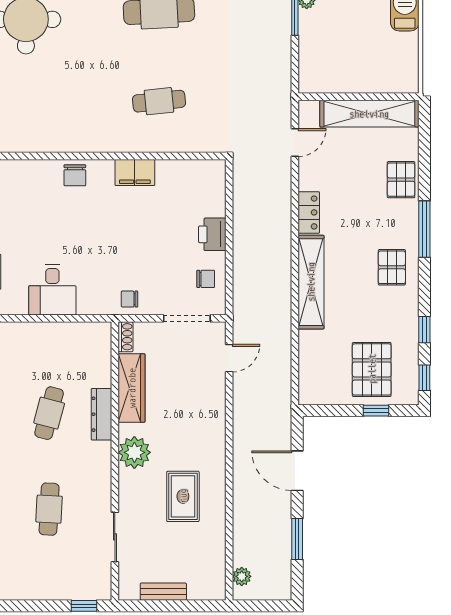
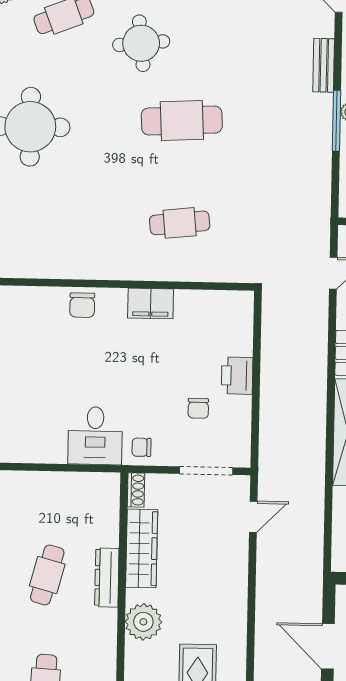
chair: (206, 279) -> (198, 408), moved, turned 90
desk: (52, 290) -> (95, 436), moved

